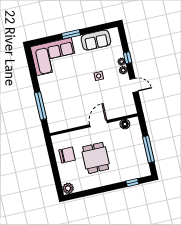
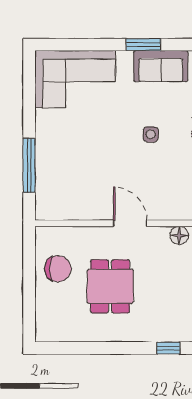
window: (71, 34) -> (143, 45), moved
door: (98, 124) -> (130, 223), hinge flipped
plant: (68, 188) -> (46, 331), removed

